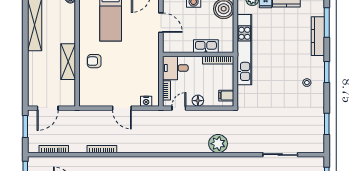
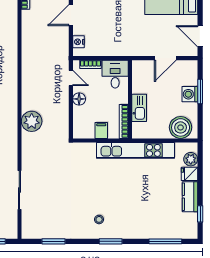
kitchen counter: (318, 36) -> (150, 232), removed
filing cabinet: (226, 96) -> (101, 130), moved

